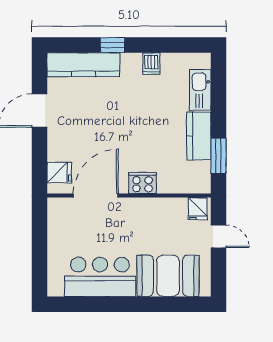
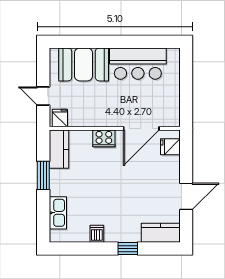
kitchen counter: (83, 65) -> (161, 233), width x0.67
kitchen counter: (199, 136) -> (59, 149), moved
window: (219, 156) -> (43, 175), moved

